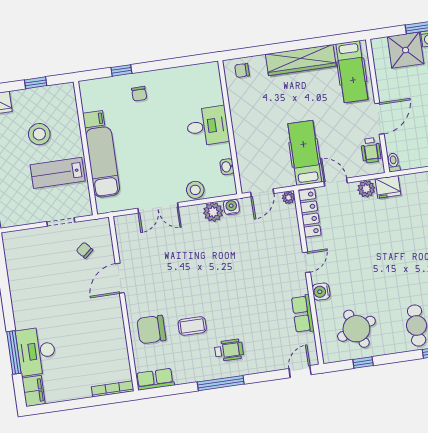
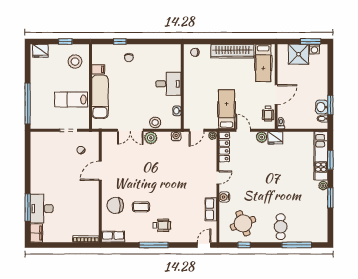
stool: (39, 134) -> (75, 62), moved
plant: (213, 212) -> (151, 138), moved

